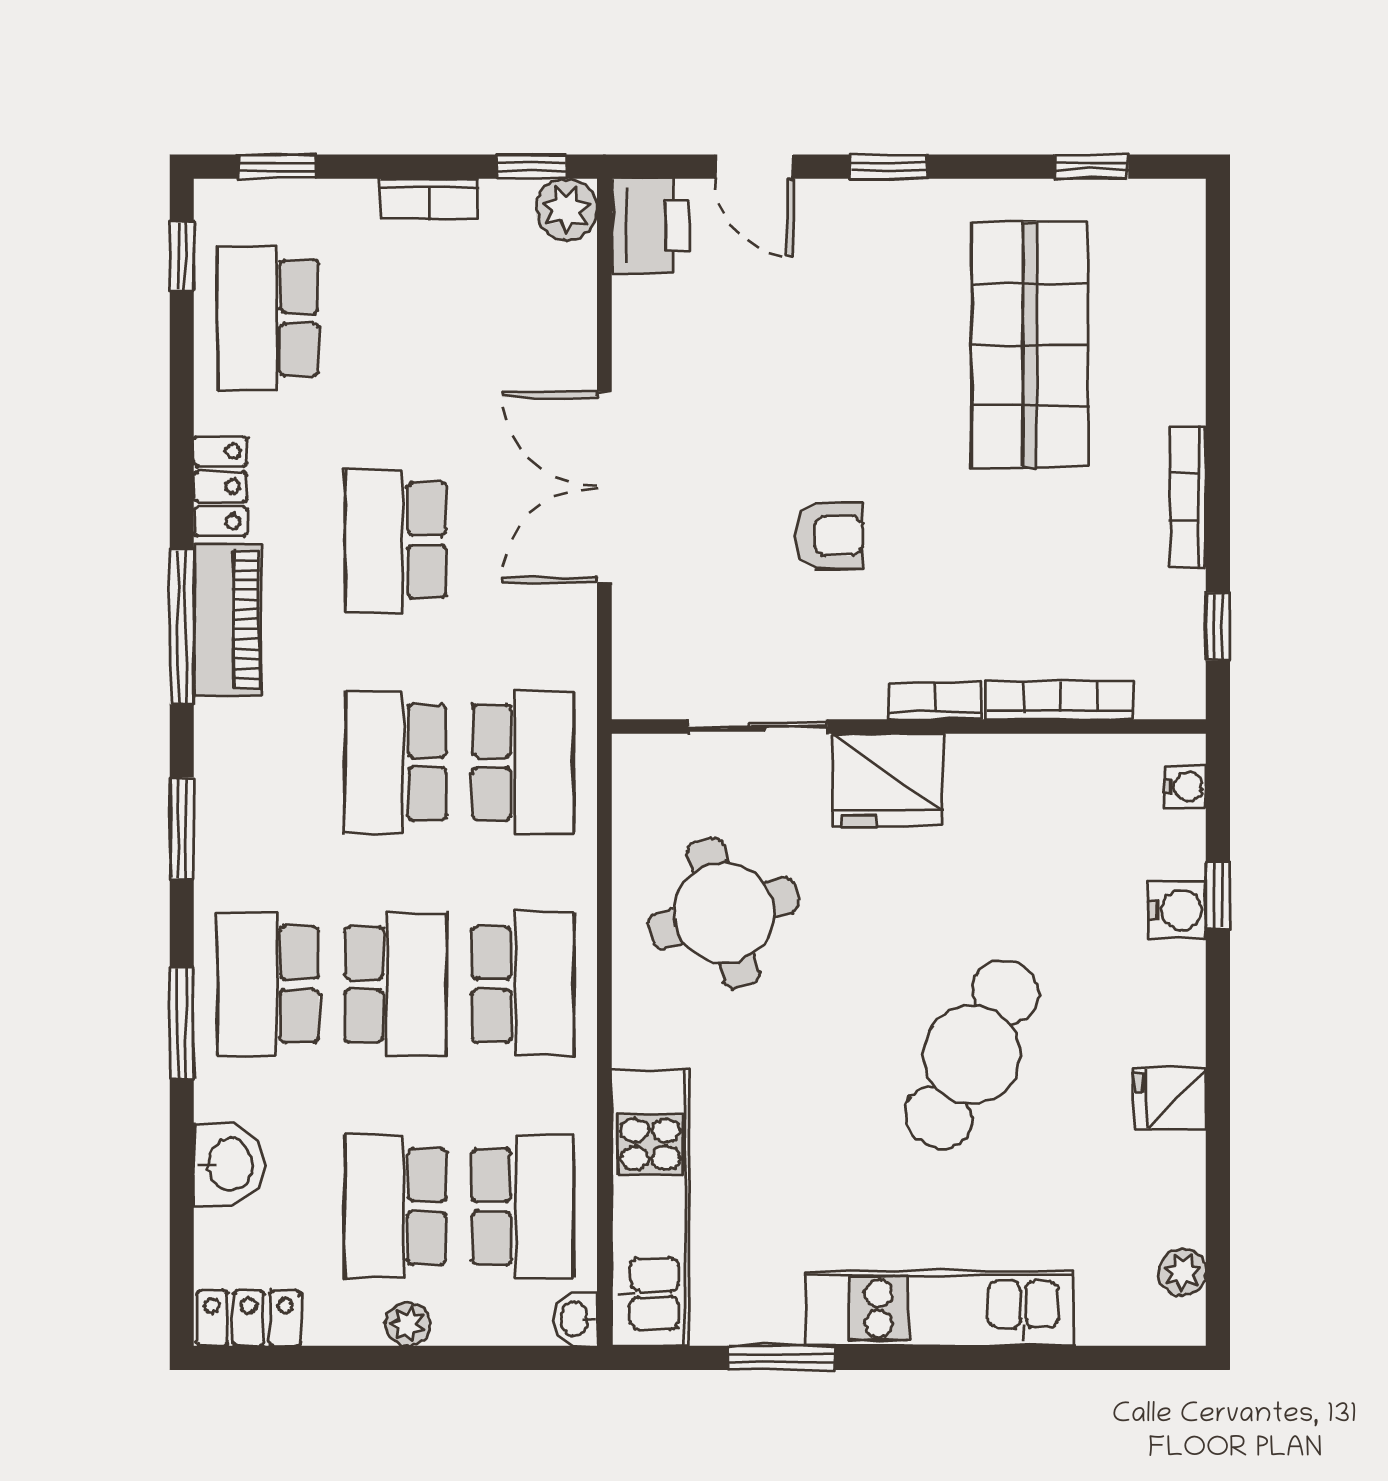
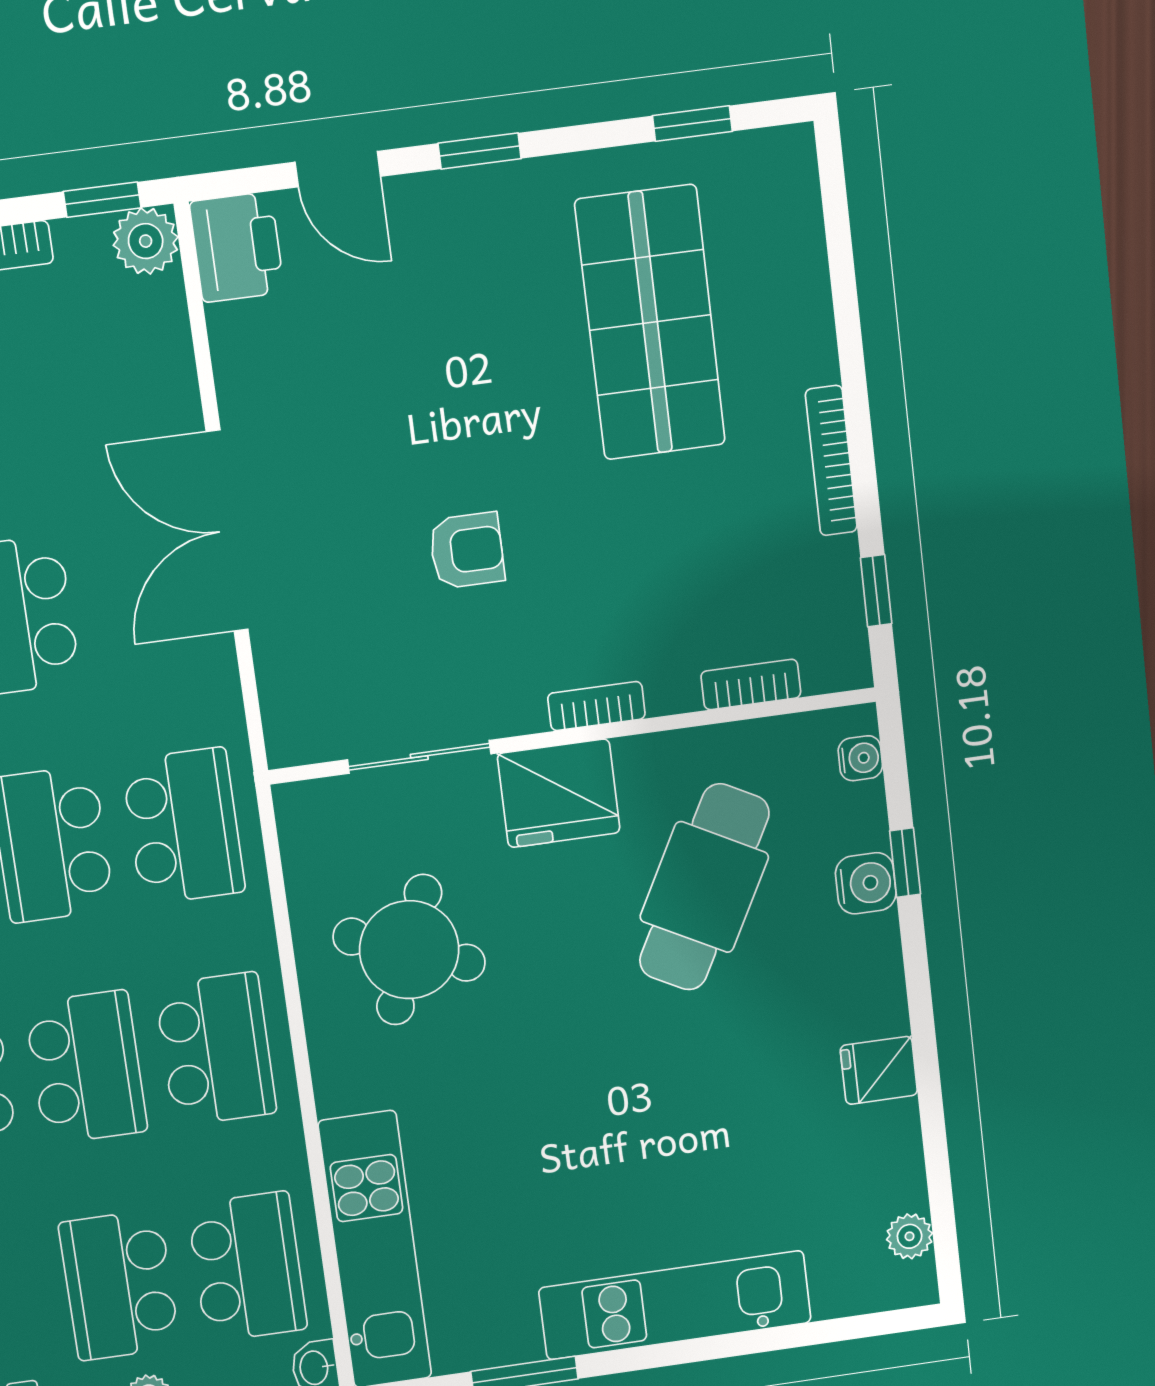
bookcase: (1060, 700) -> (751, 684), width x0.64
round table: (723, 913) -> (409, 950), turned 37
cafe table: (972, 1055) -> (704, 887), moved

